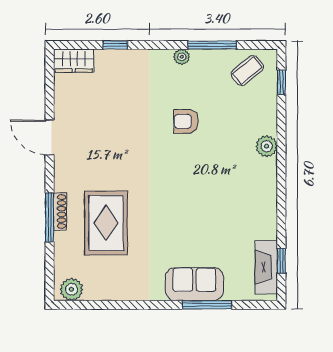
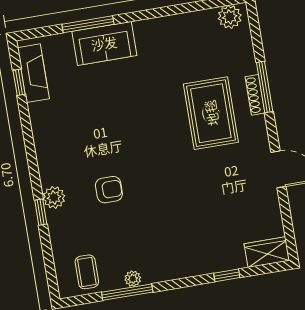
plant: (182, 57) -> (133, 279), moved
coffee table: (247, 71) -> (87, 272), turned -50
window: (281, 82) -> (41, 212), moved
armchair: (186, 121) -> (109, 190), moved
rug: (106, 223) -> (211, 113), moved

